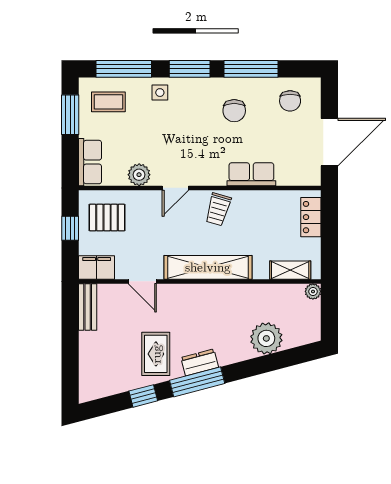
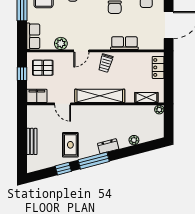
bench: (88, 307) -> (32, 141), moved
plant: (266, 338) -> (134, 140), width x0.53, depth x0.53
dresser: (200, 362) -> (108, 146), moved

